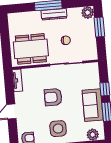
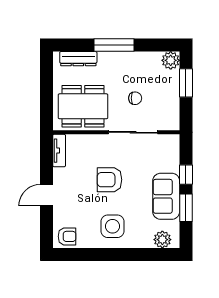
dresser: (54, 14) -> (78, 59), moved

